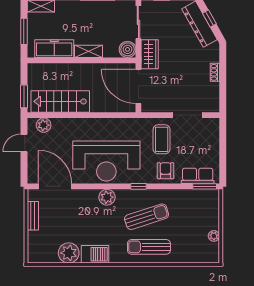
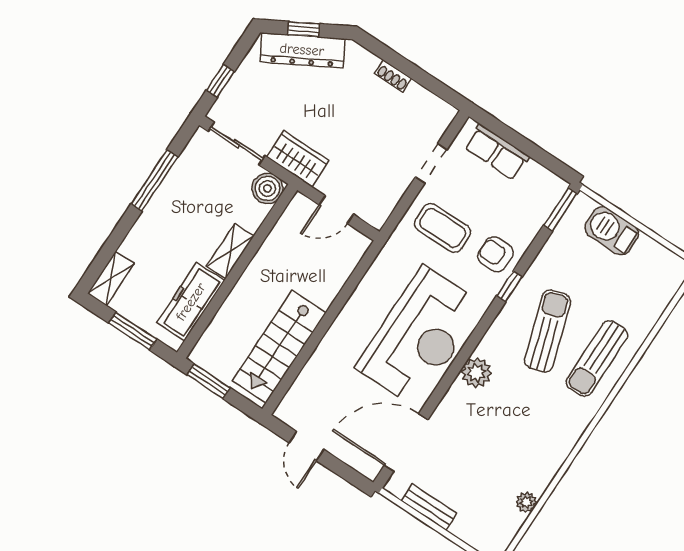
door: (138, 86) -> (336, 210), width x0.53
window: (24, 96) -> (208, 381), moved
doorway: (187, 115) -> (431, 163), width x0.73
plant: (44, 125) -> (299, 397), removed
row of seats: (198, 176) -> (497, 152), moved, turned -90
window: (138, 186) -> (509, 287), moved
plant: (214, 236) -> (647, 246), removed
plant: (69, 253) -> (526, 502), width x0.53, depth x0.53
barbecue: (95, 254) -> (612, 231), moved, turned -90

